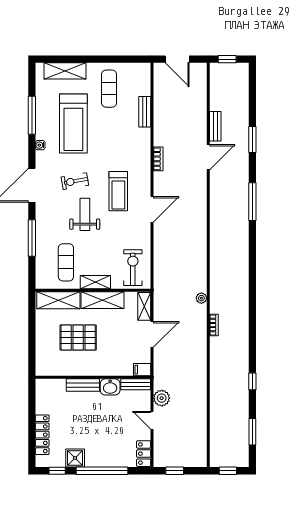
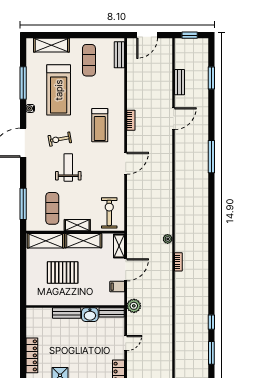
door: (177, 59) -> (147, 35), hinge flipped
bench: (145, 112) -> (119, 55), moved
bench: (215, 126) -> (180, 82), moved
window: (252, 140) -> (211, 78), moved
treadmill: (118, 191) -> (100, 125), moved
window: (32, 238) -> (23, 204), moved
filing cabinet: (142, 370) -> (117, 287), moved
window: (252, 381) -> (211, 322), moved
plant: (162, 398) -> (134, 306), moved
door: (152, 420) -> (126, 343), swing flipped

